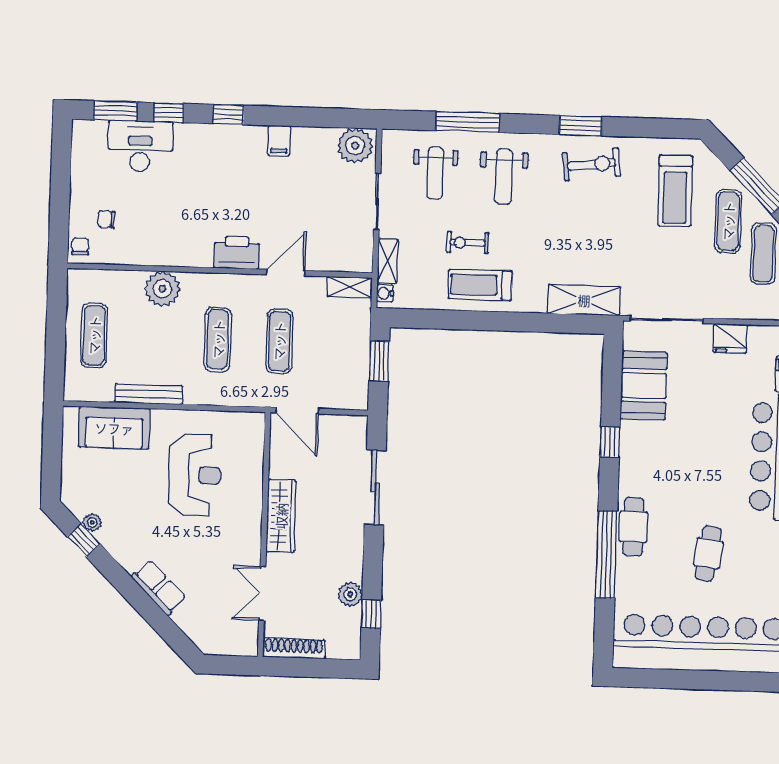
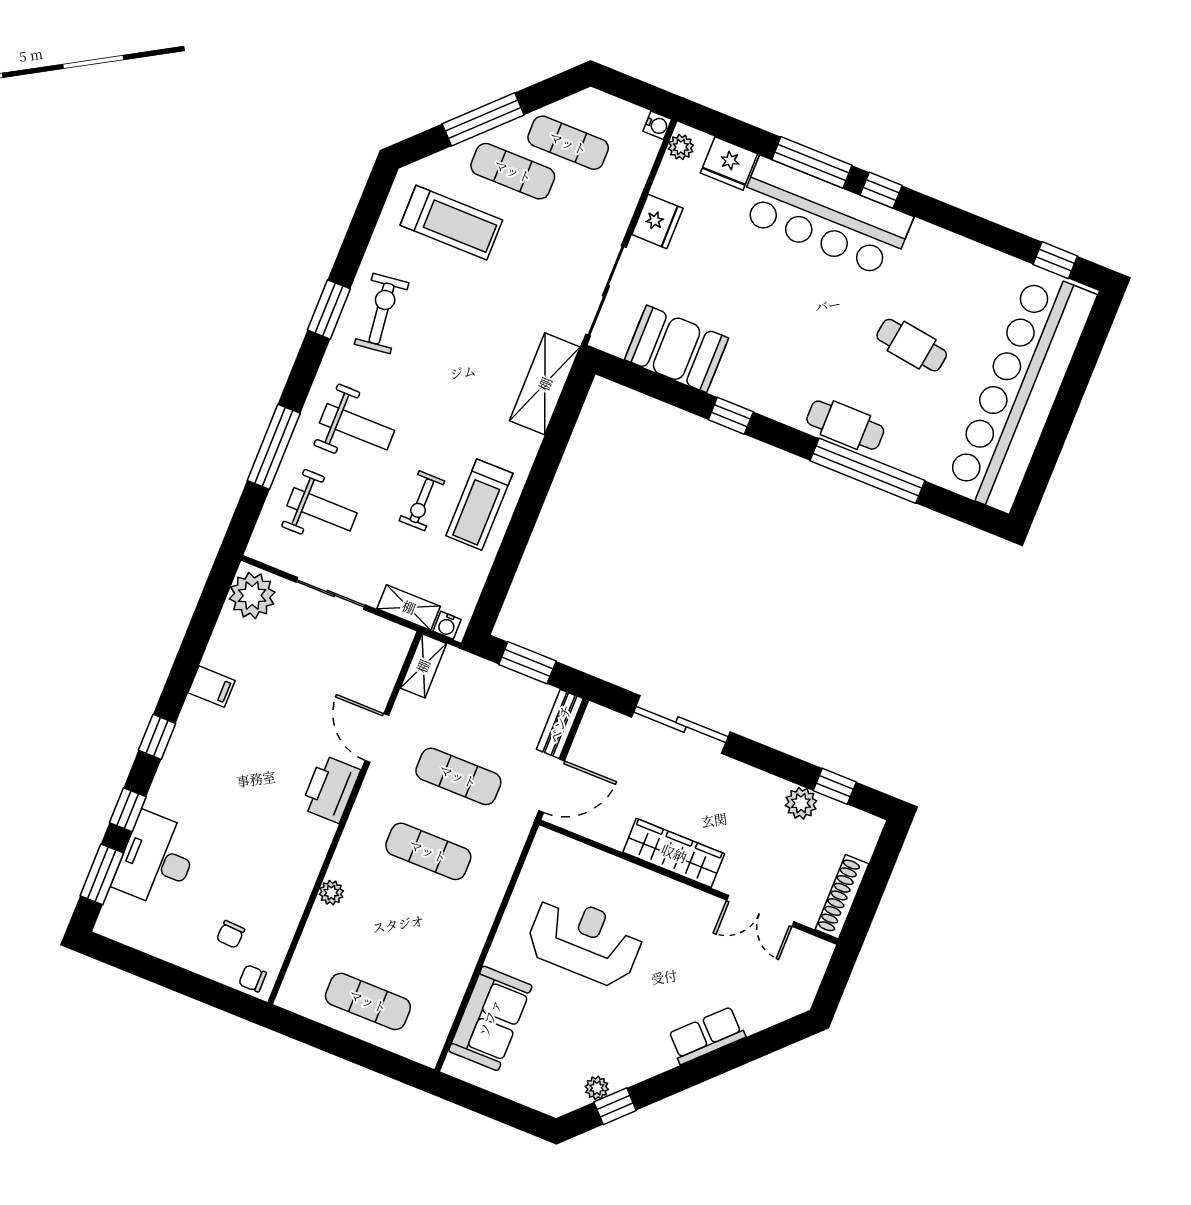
plant: (162, 289) -> (331, 893), width x0.53, depth x0.53
bench: (149, 394) -> (560, 724), moved, width x0.73

